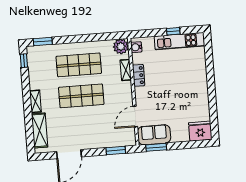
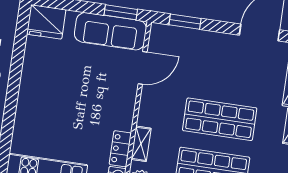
locker: (139, 75) -> (120, 149), moved
sofa: (154, 135) -> (110, 31), width x1.36

